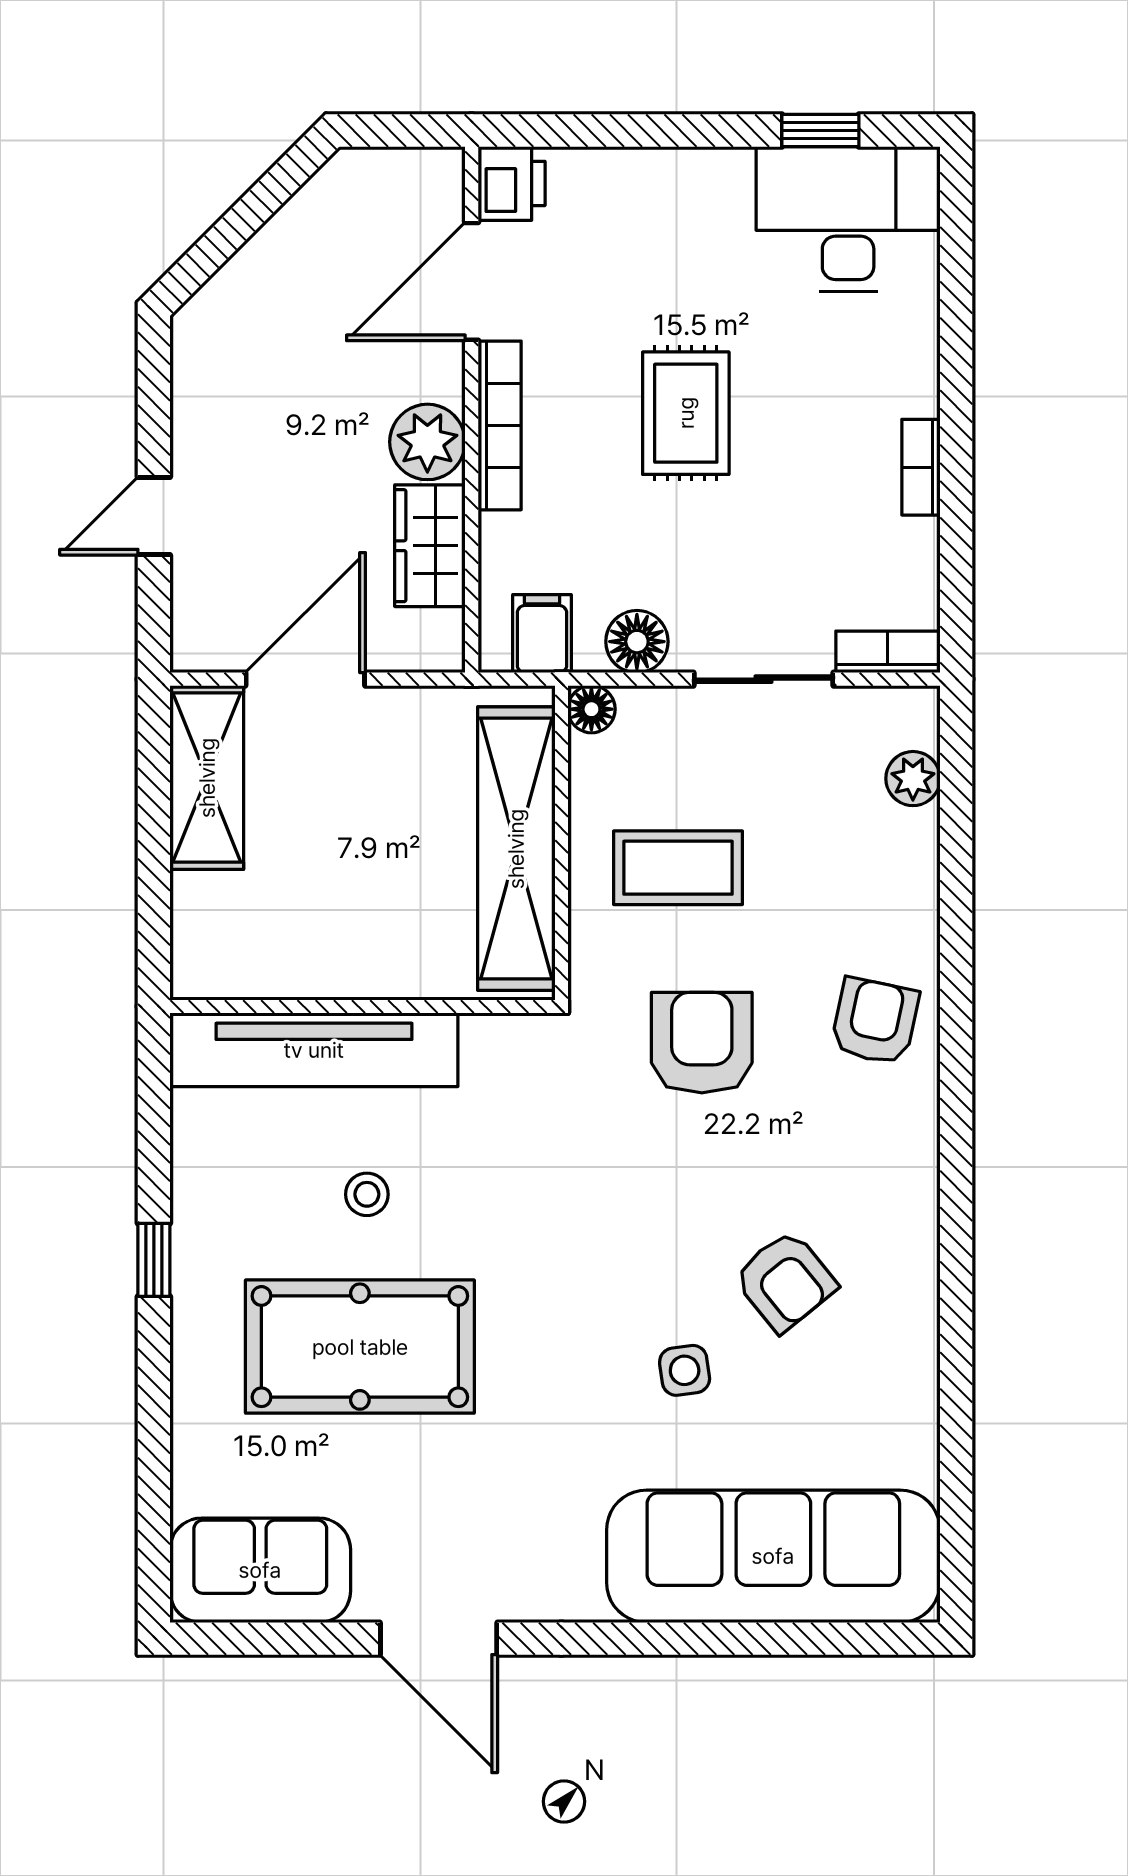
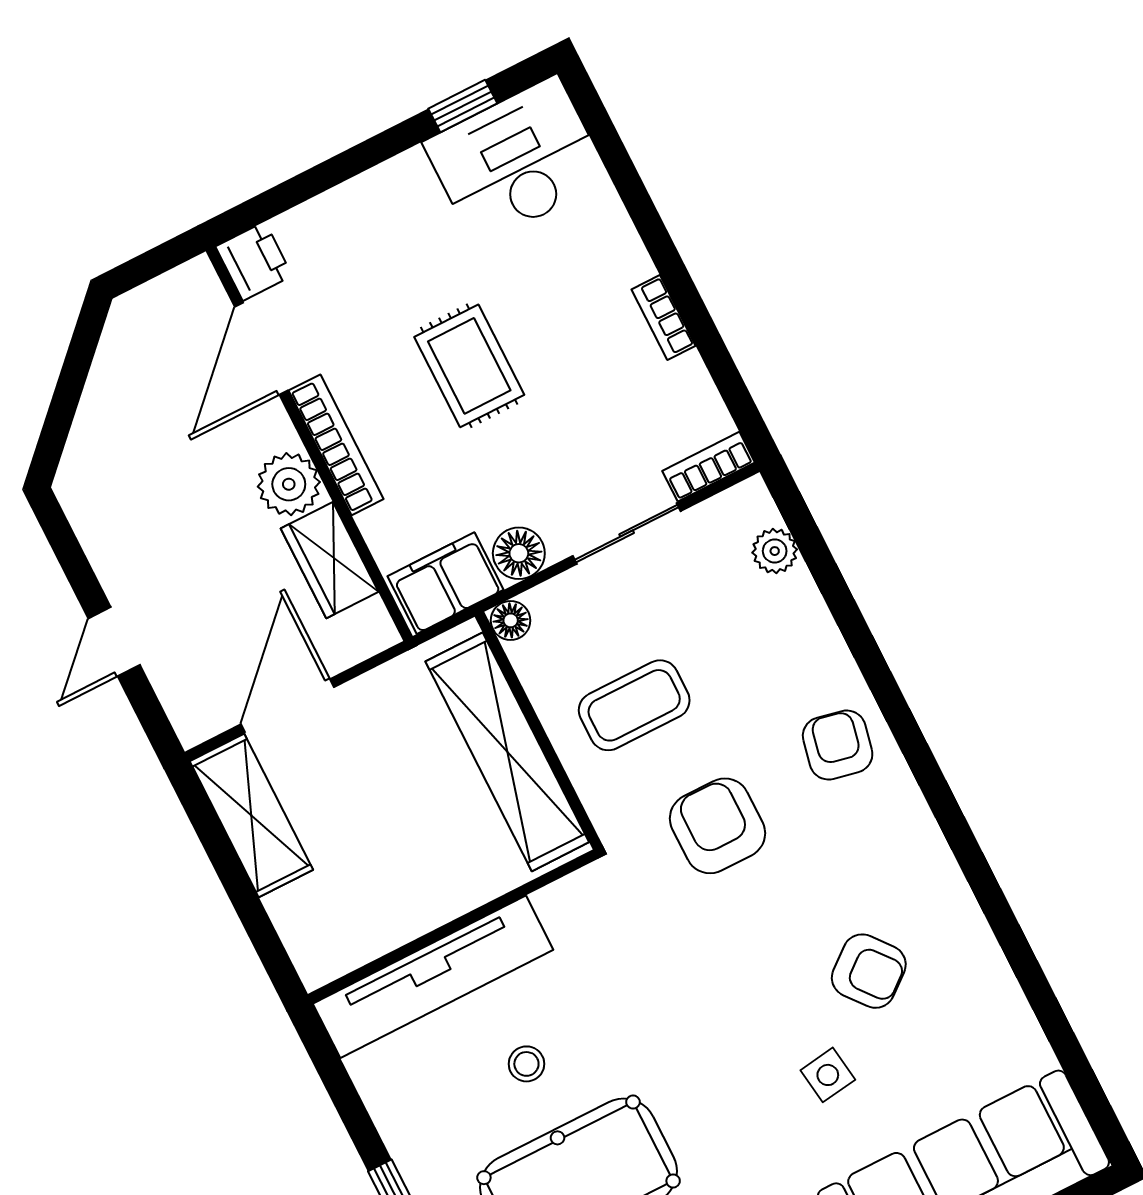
filing cabinet: (542, 634) -> (446, 583), width x2.00

